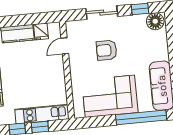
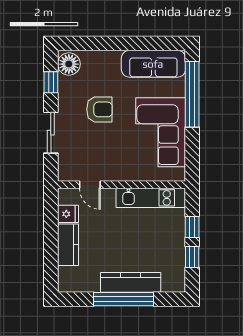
armchair: (107, 50) -> (99, 109), moved, turned -90
kitchen unit: (42, 114) -> (151, 198), moved, turned -90

